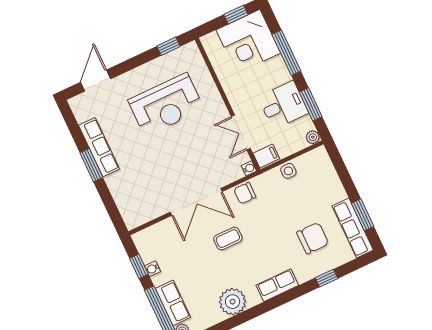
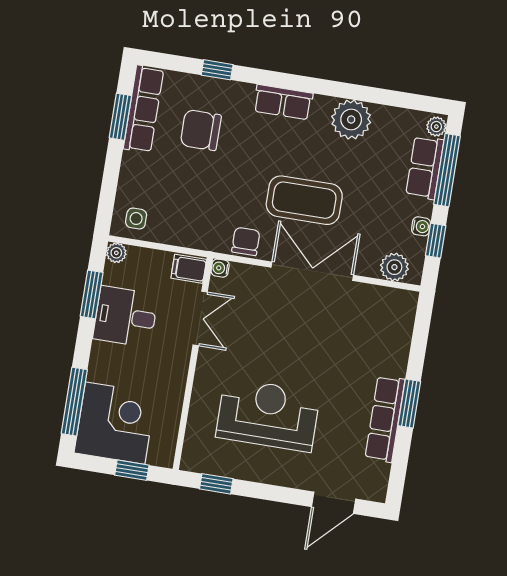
window: (236, 15) -> (132, 470), moved
window: (286, 53) -> (74, 402), moved
side table: (288, 171) -> (136, 219), moved
chair: (245, 193) -> (246, 241), turned -90
plant: (152, 236) -> (394, 267), added
coffee table: (228, 239) -> (304, 200), width x1.86, depth x1.72

